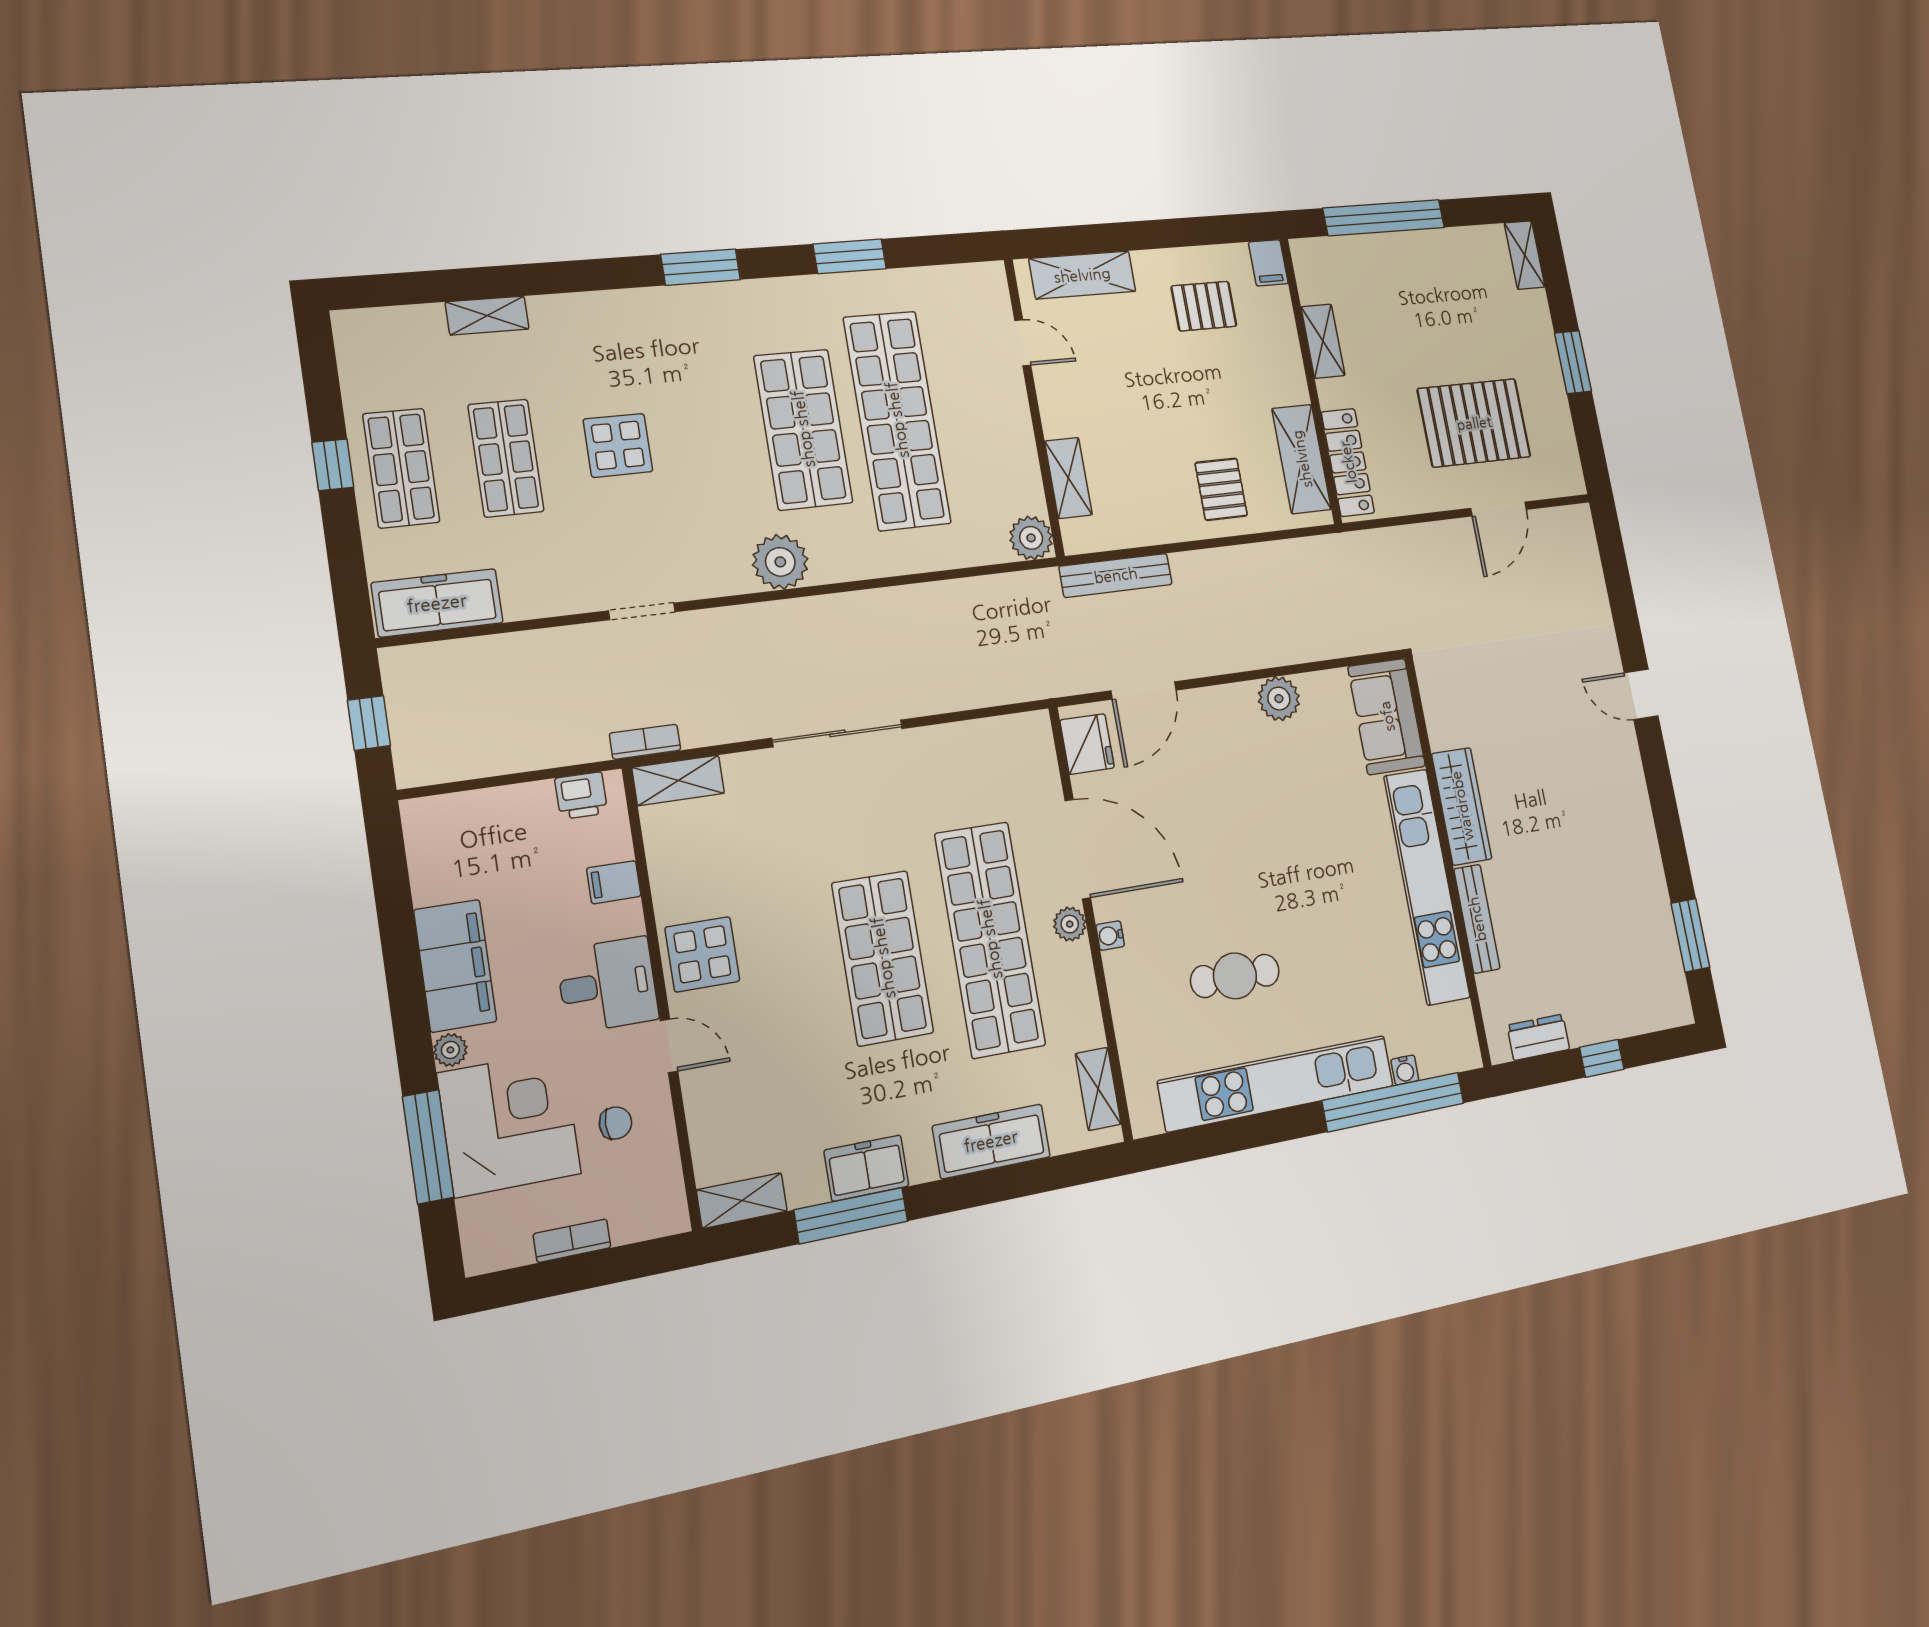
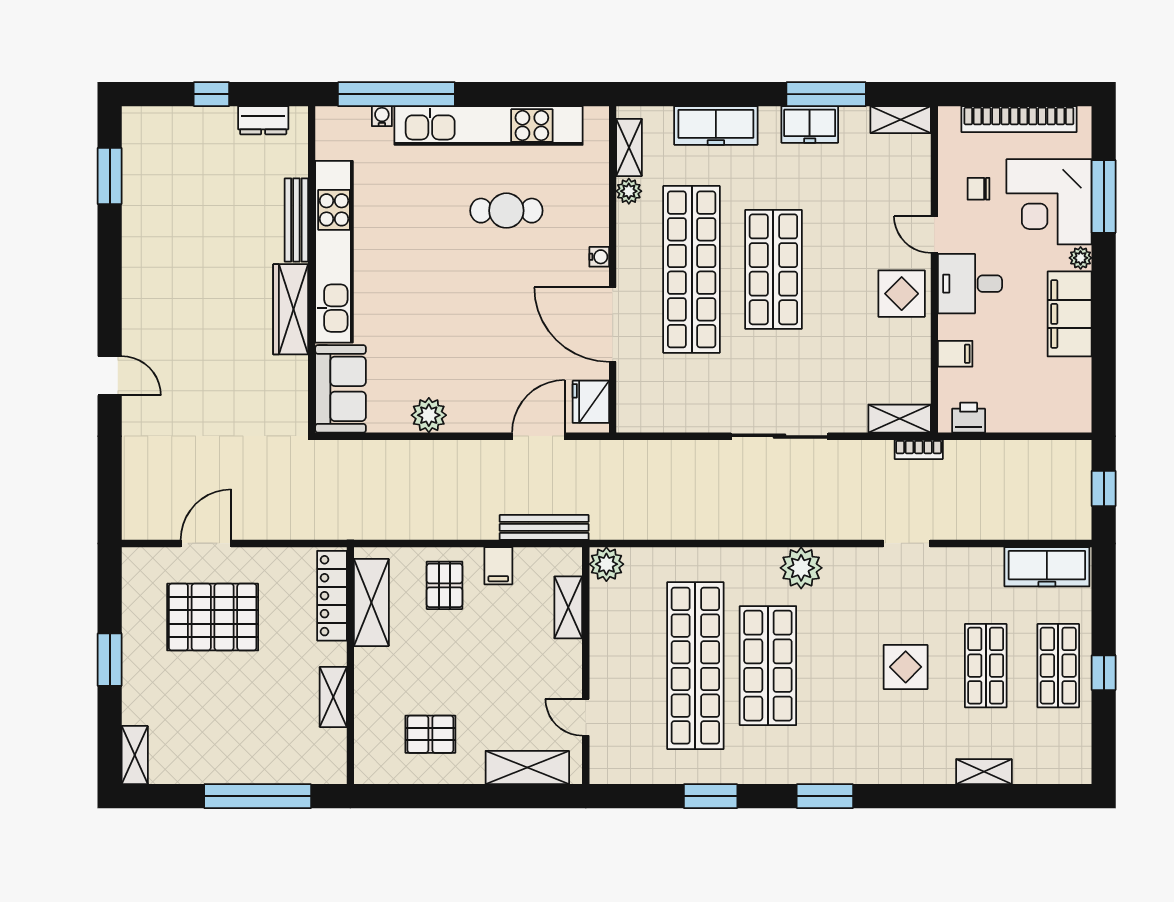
filing cabinet: (1268, 263) -> (498, 566), moved, turned 180
plant: (1070, 924) -> (629, 191), moved
bookcase: (572, 1241) -> (1019, 119), width x2.31, depth x1.31

